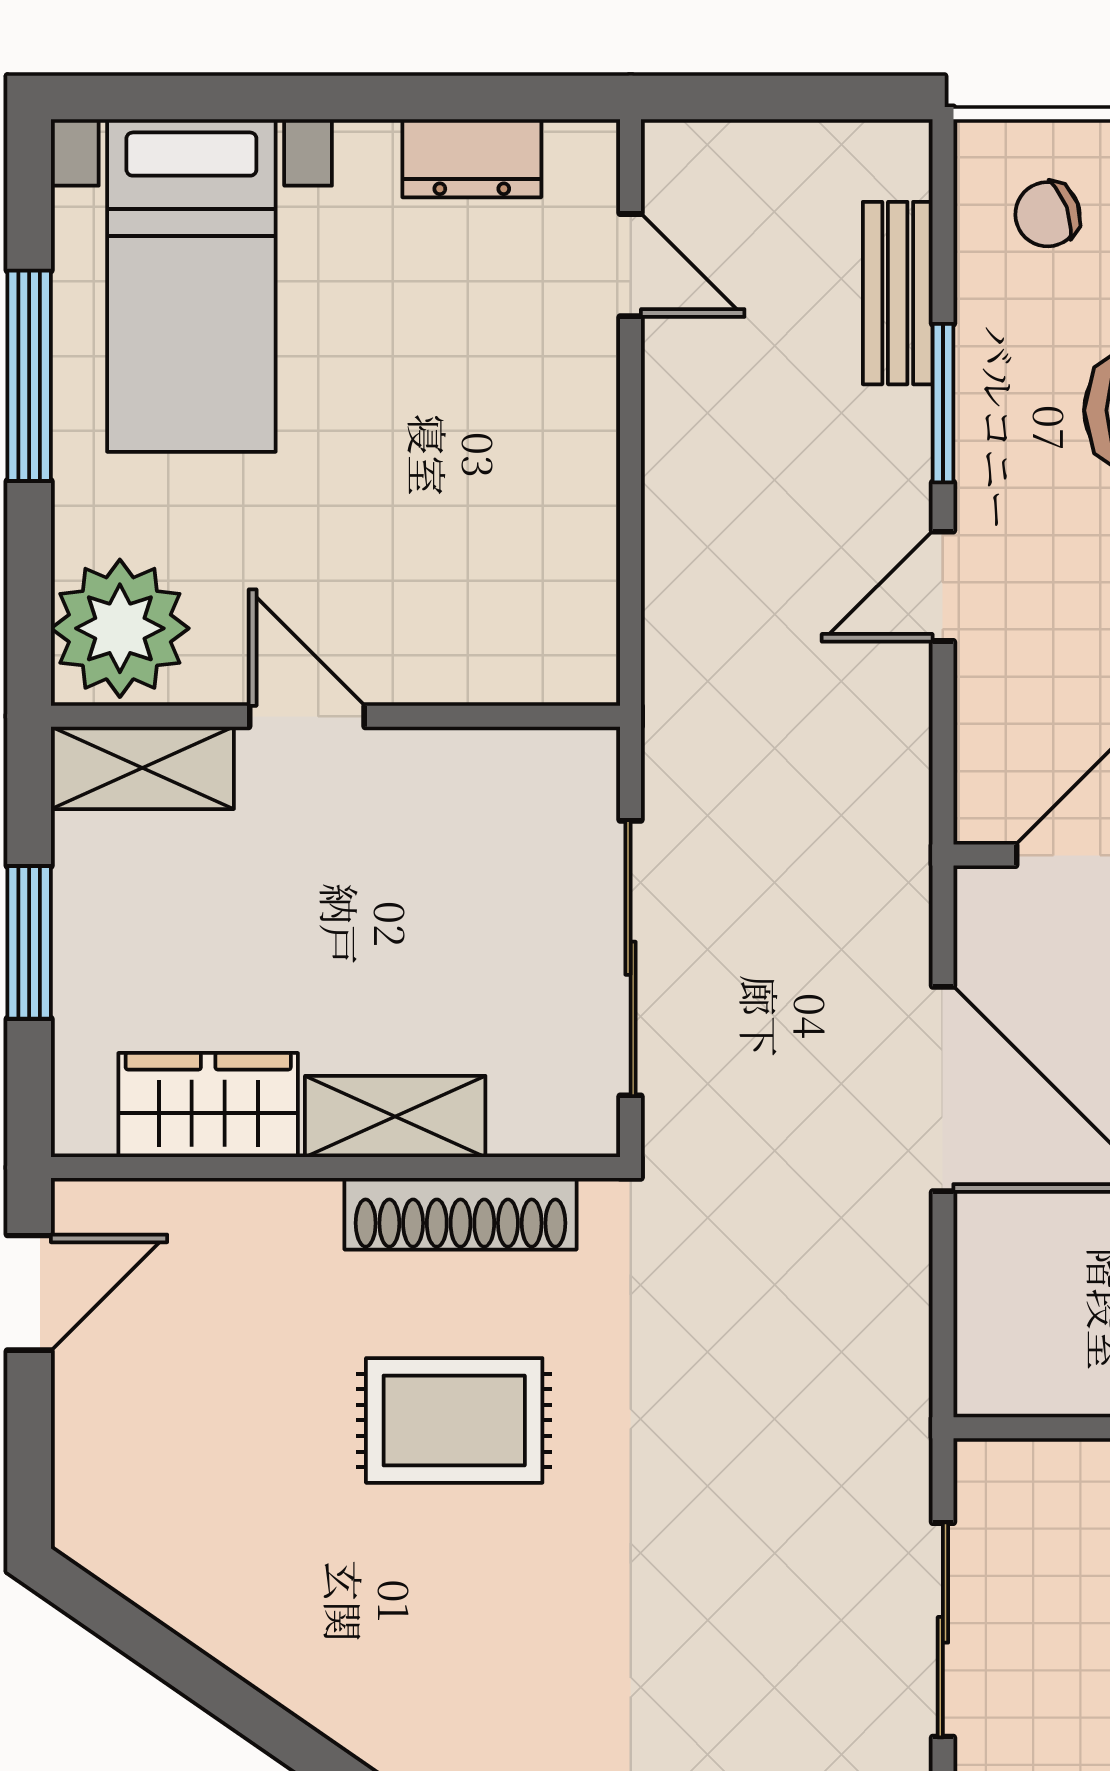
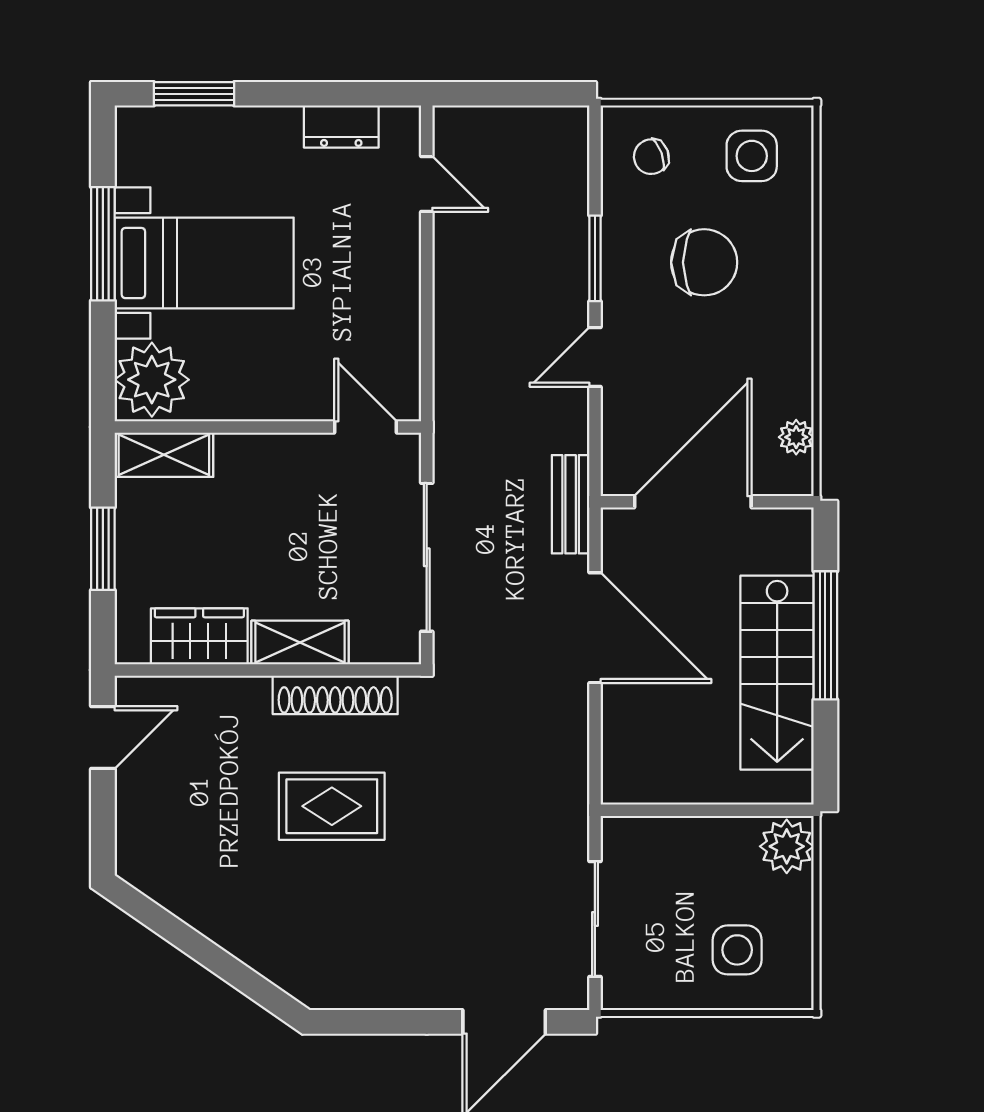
window: (198, 97) -> (194, 94), added
bed with nightstands: (191, 286) -> (204, 263), moved, turned -90
bench: (898, 293) -> (571, 504), moved
door: (307, 716) -> (366, 427), moved

